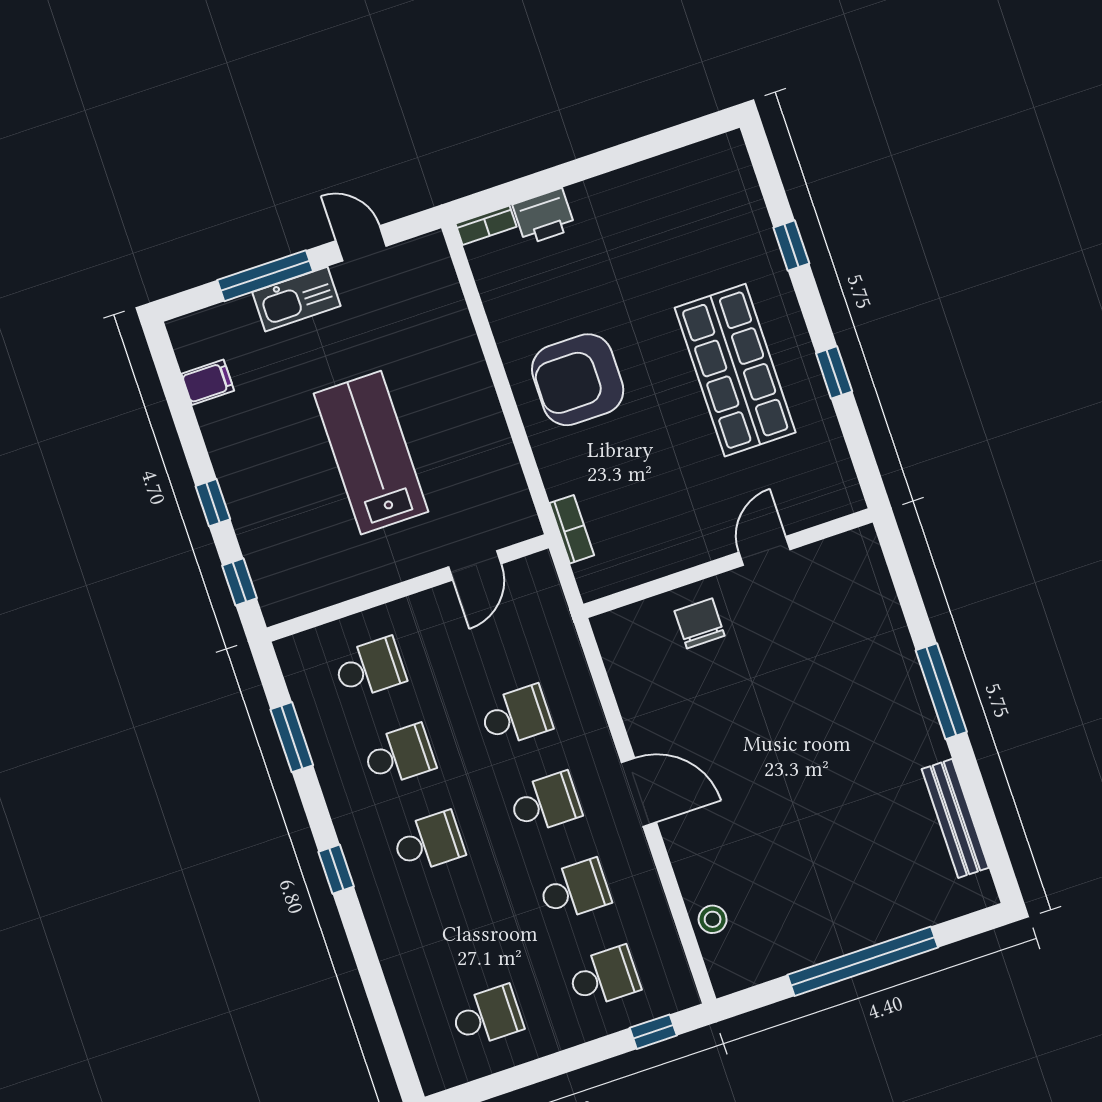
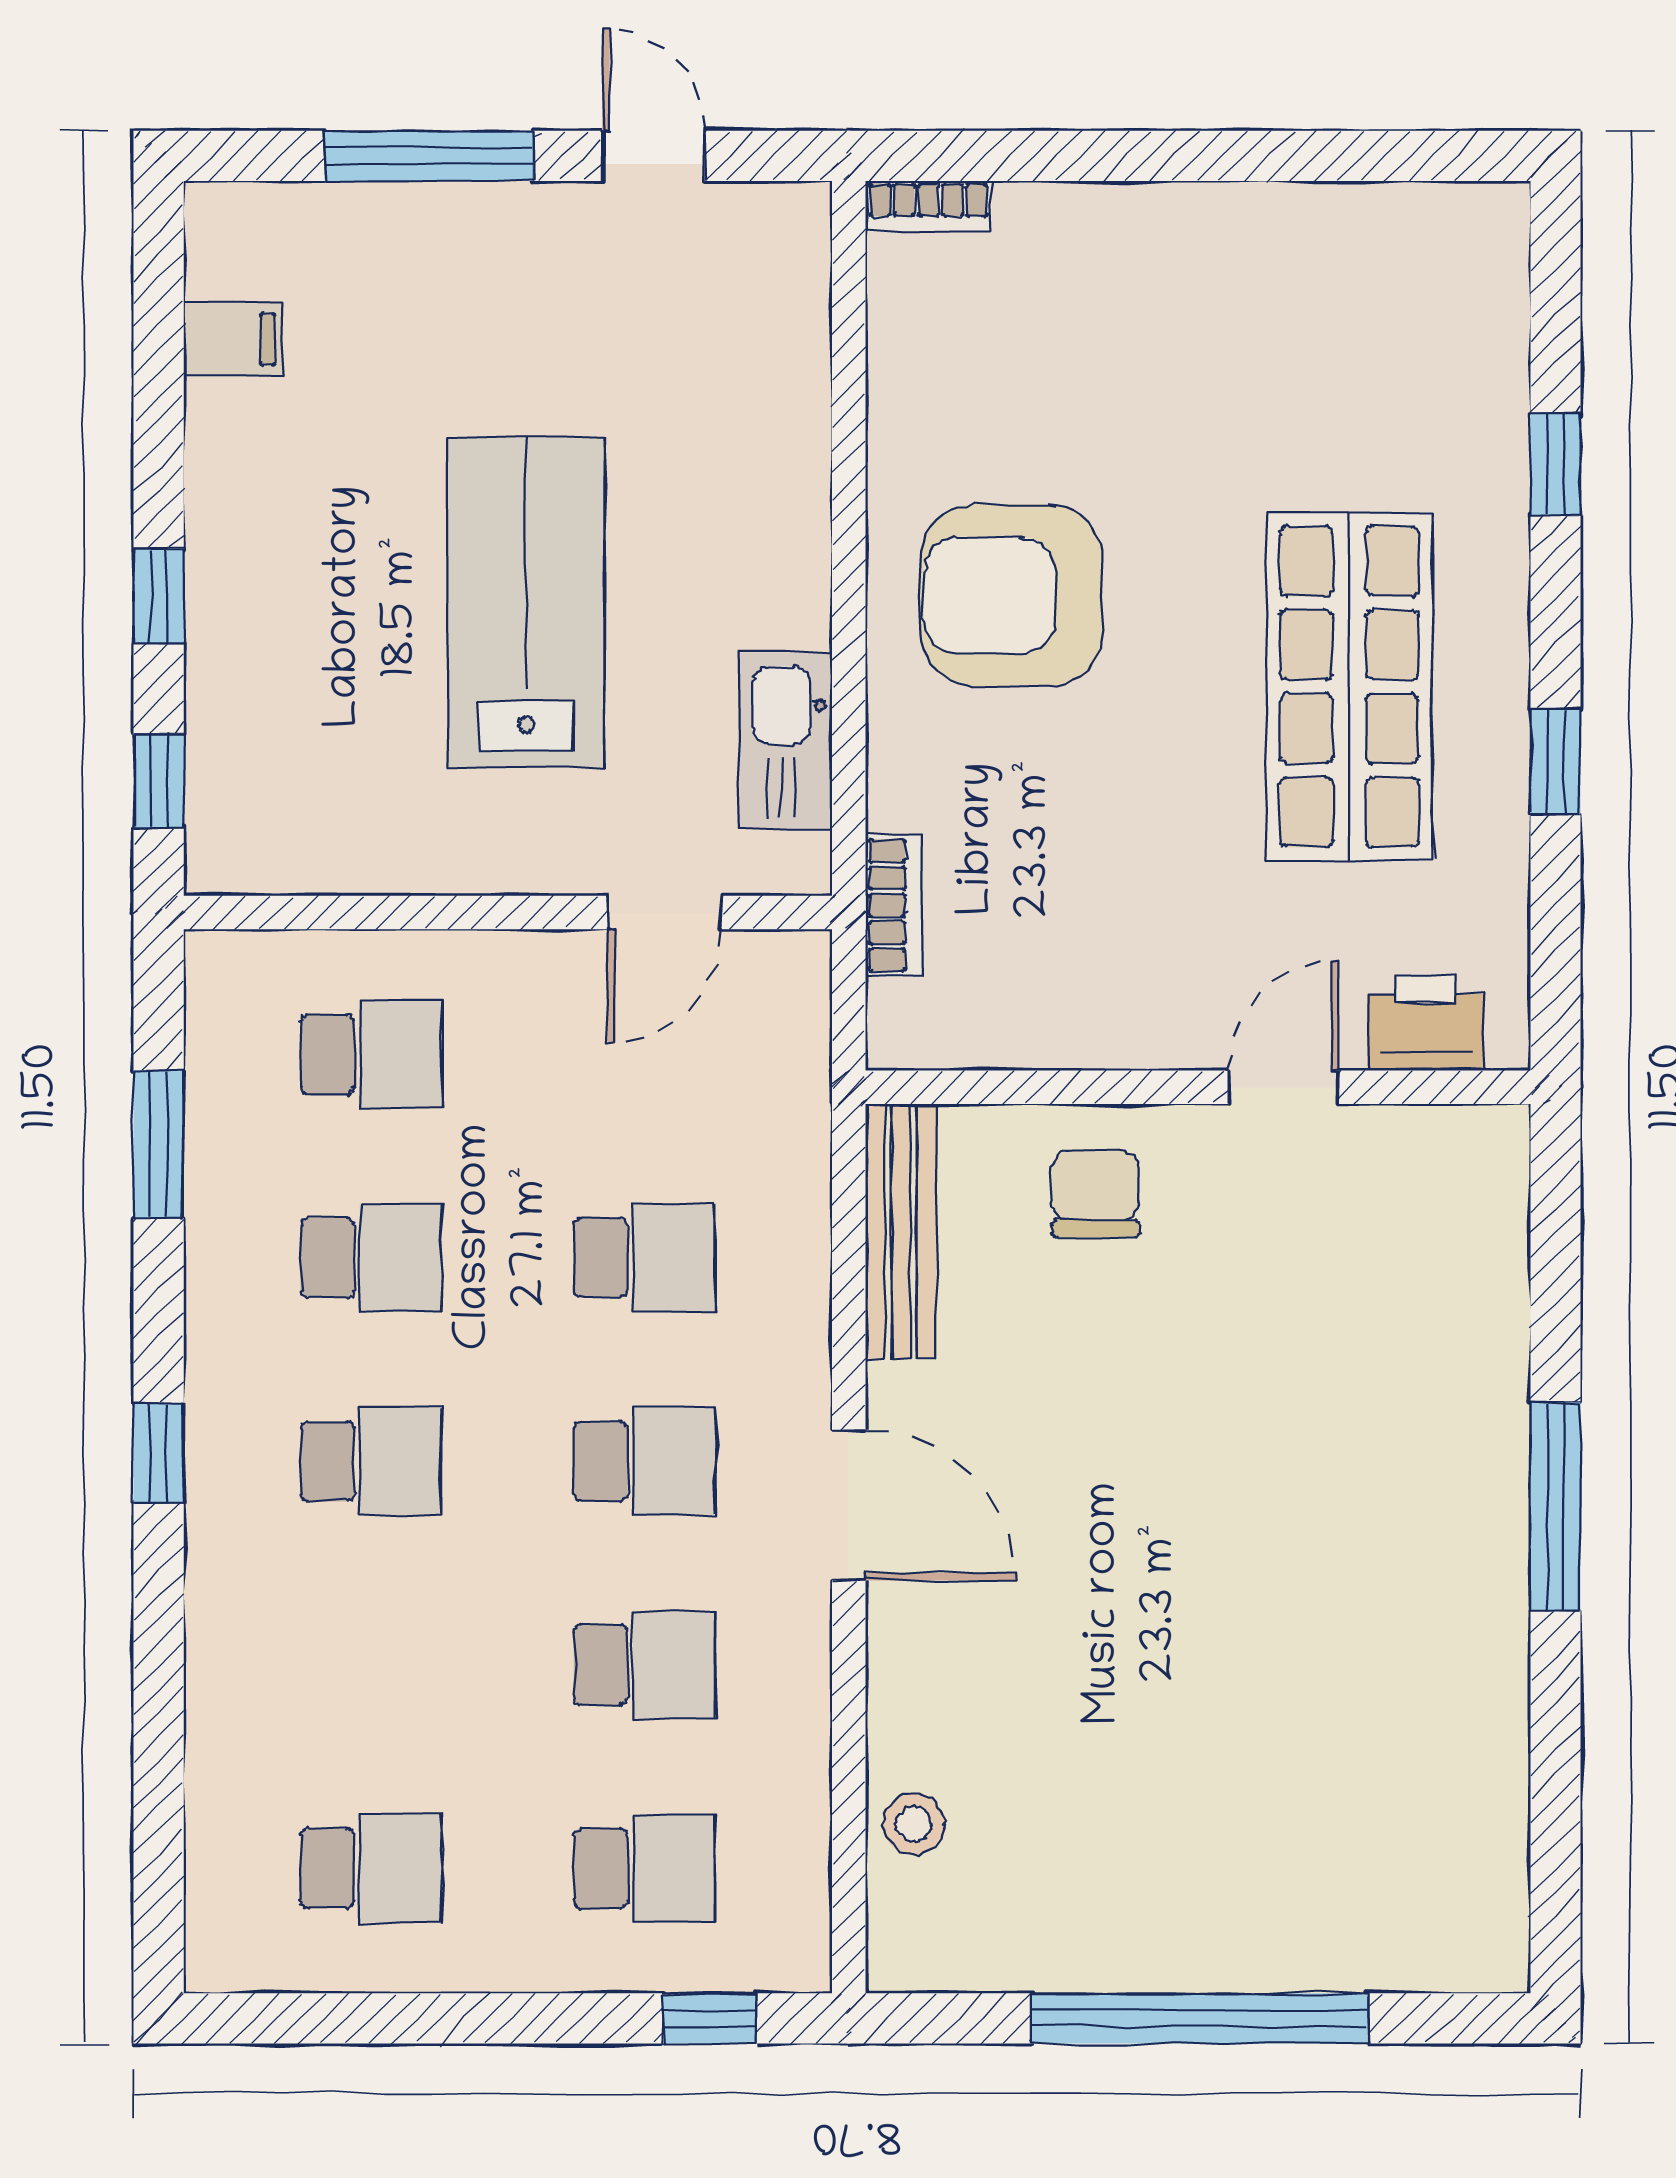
printer: (544, 217) -> (1426, 1023), moved, turned 180
kitchen sink: (296, 299) -> (786, 741), moved, turned 90
bench: (955, 818) -> (901, 1231), moved

